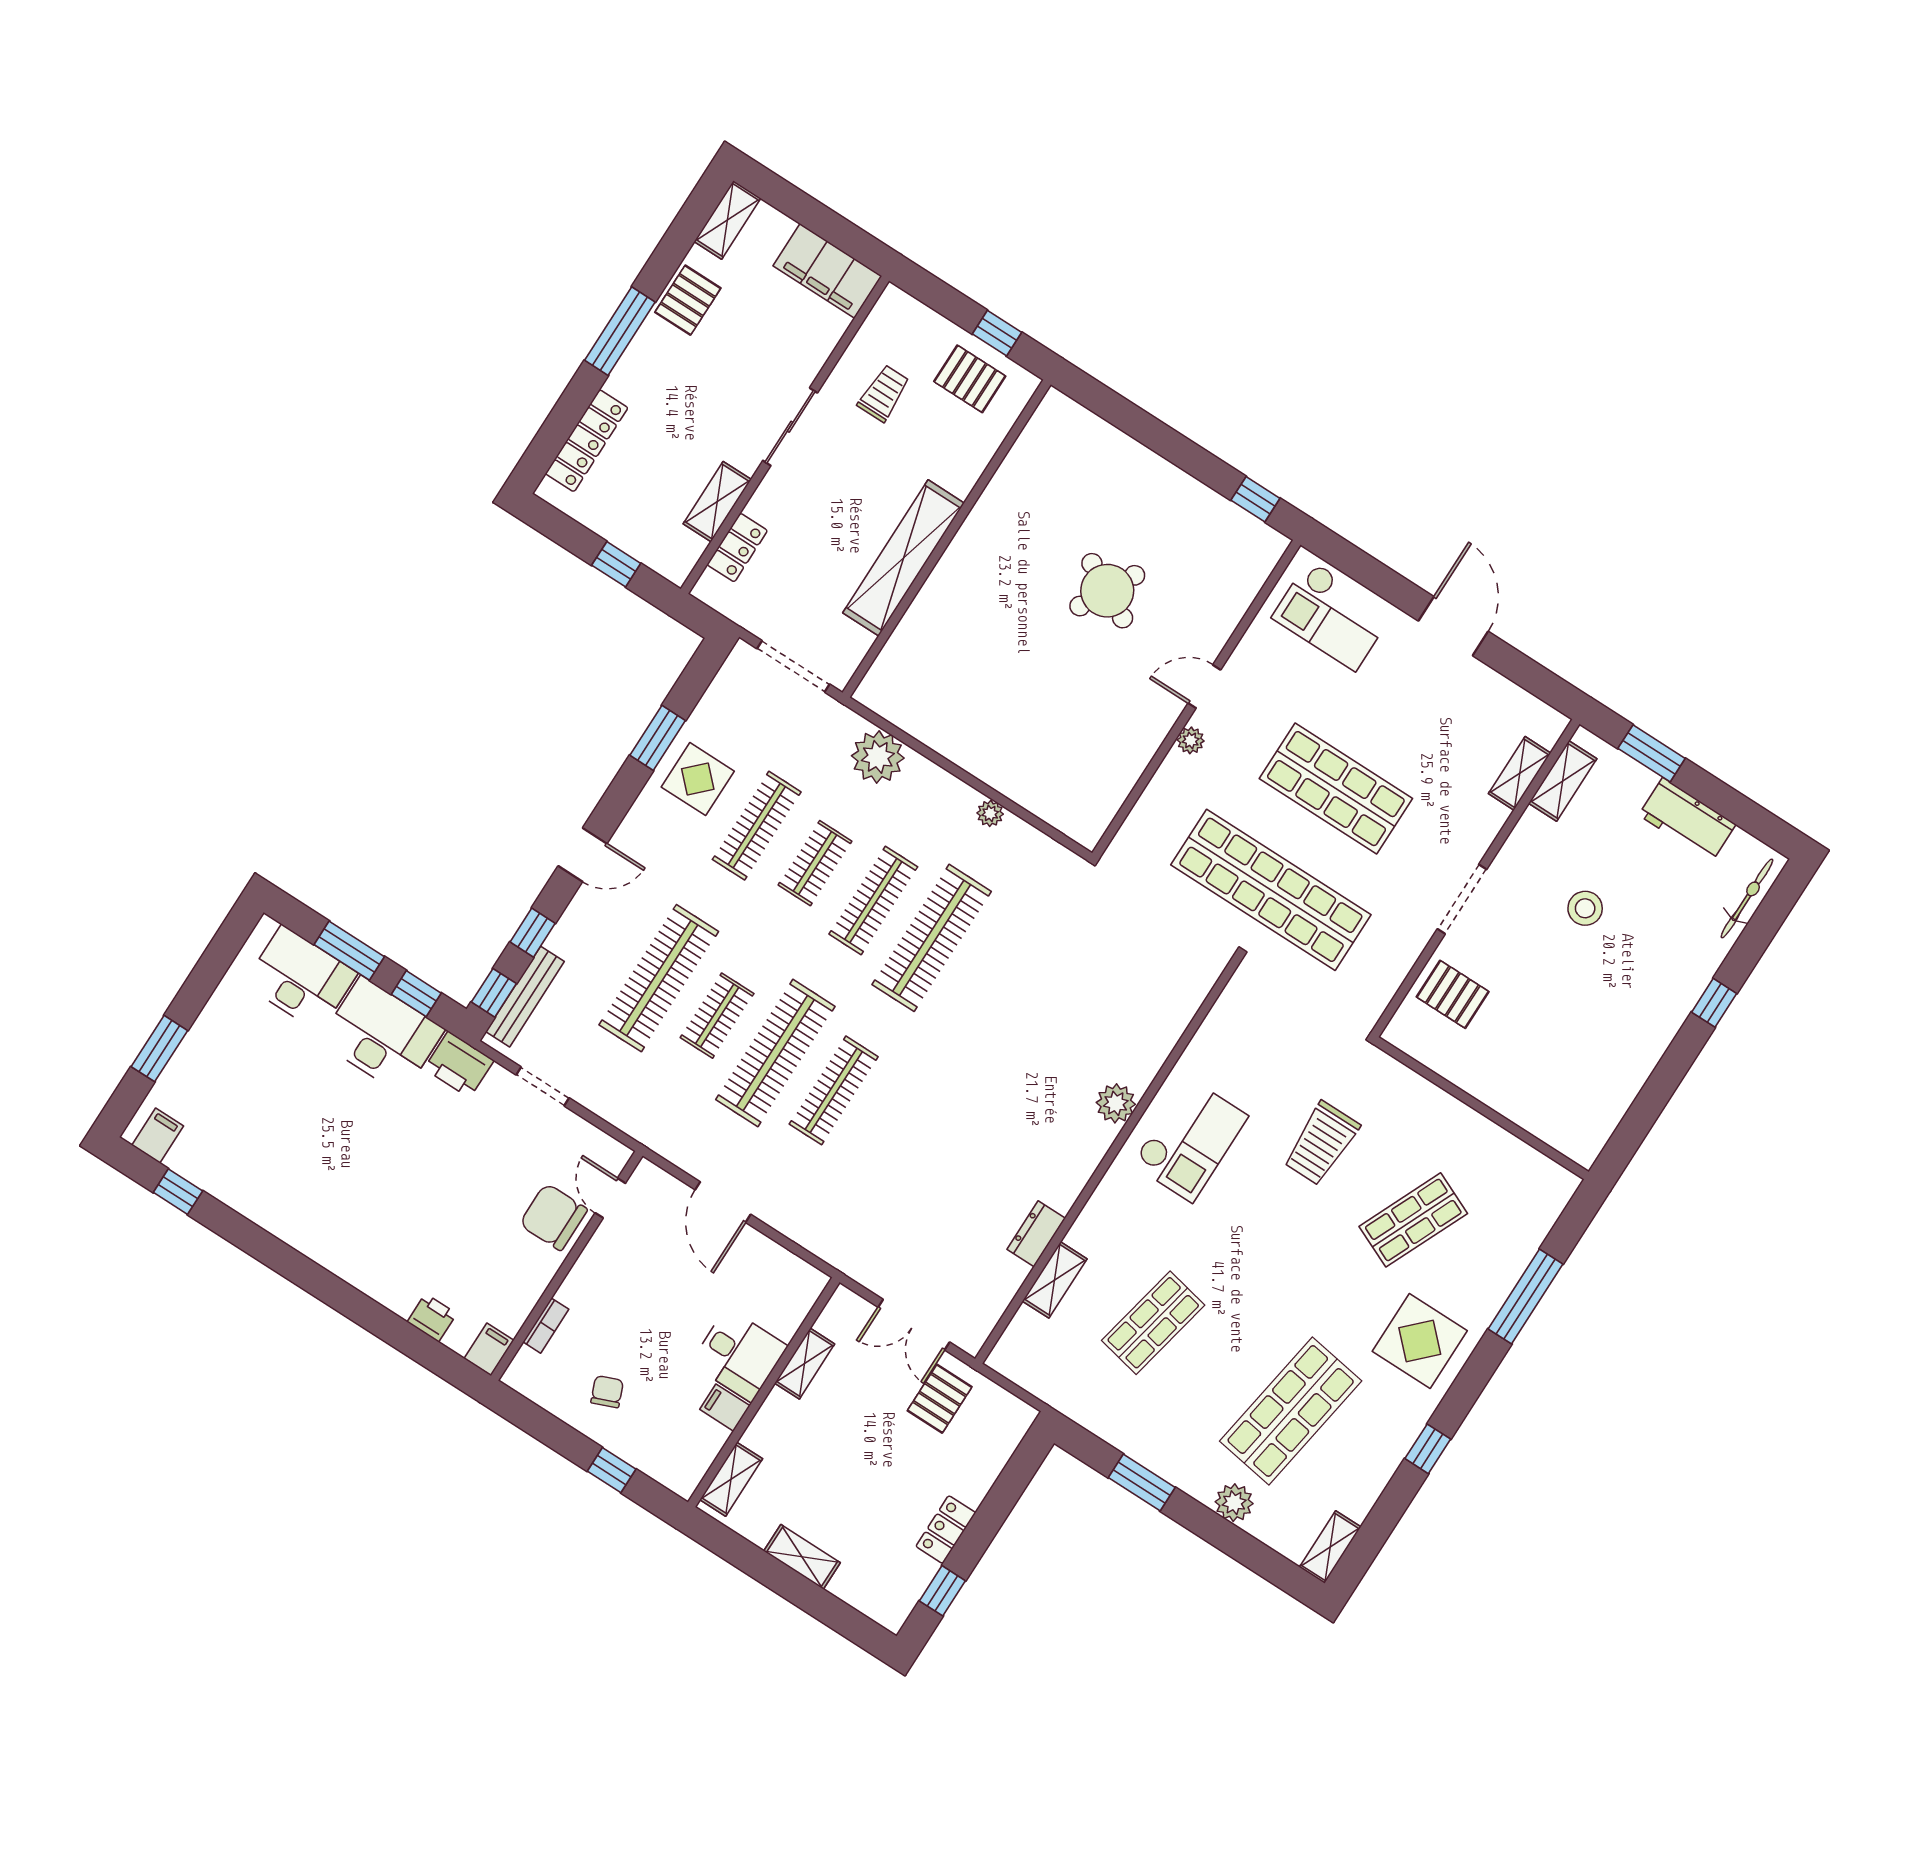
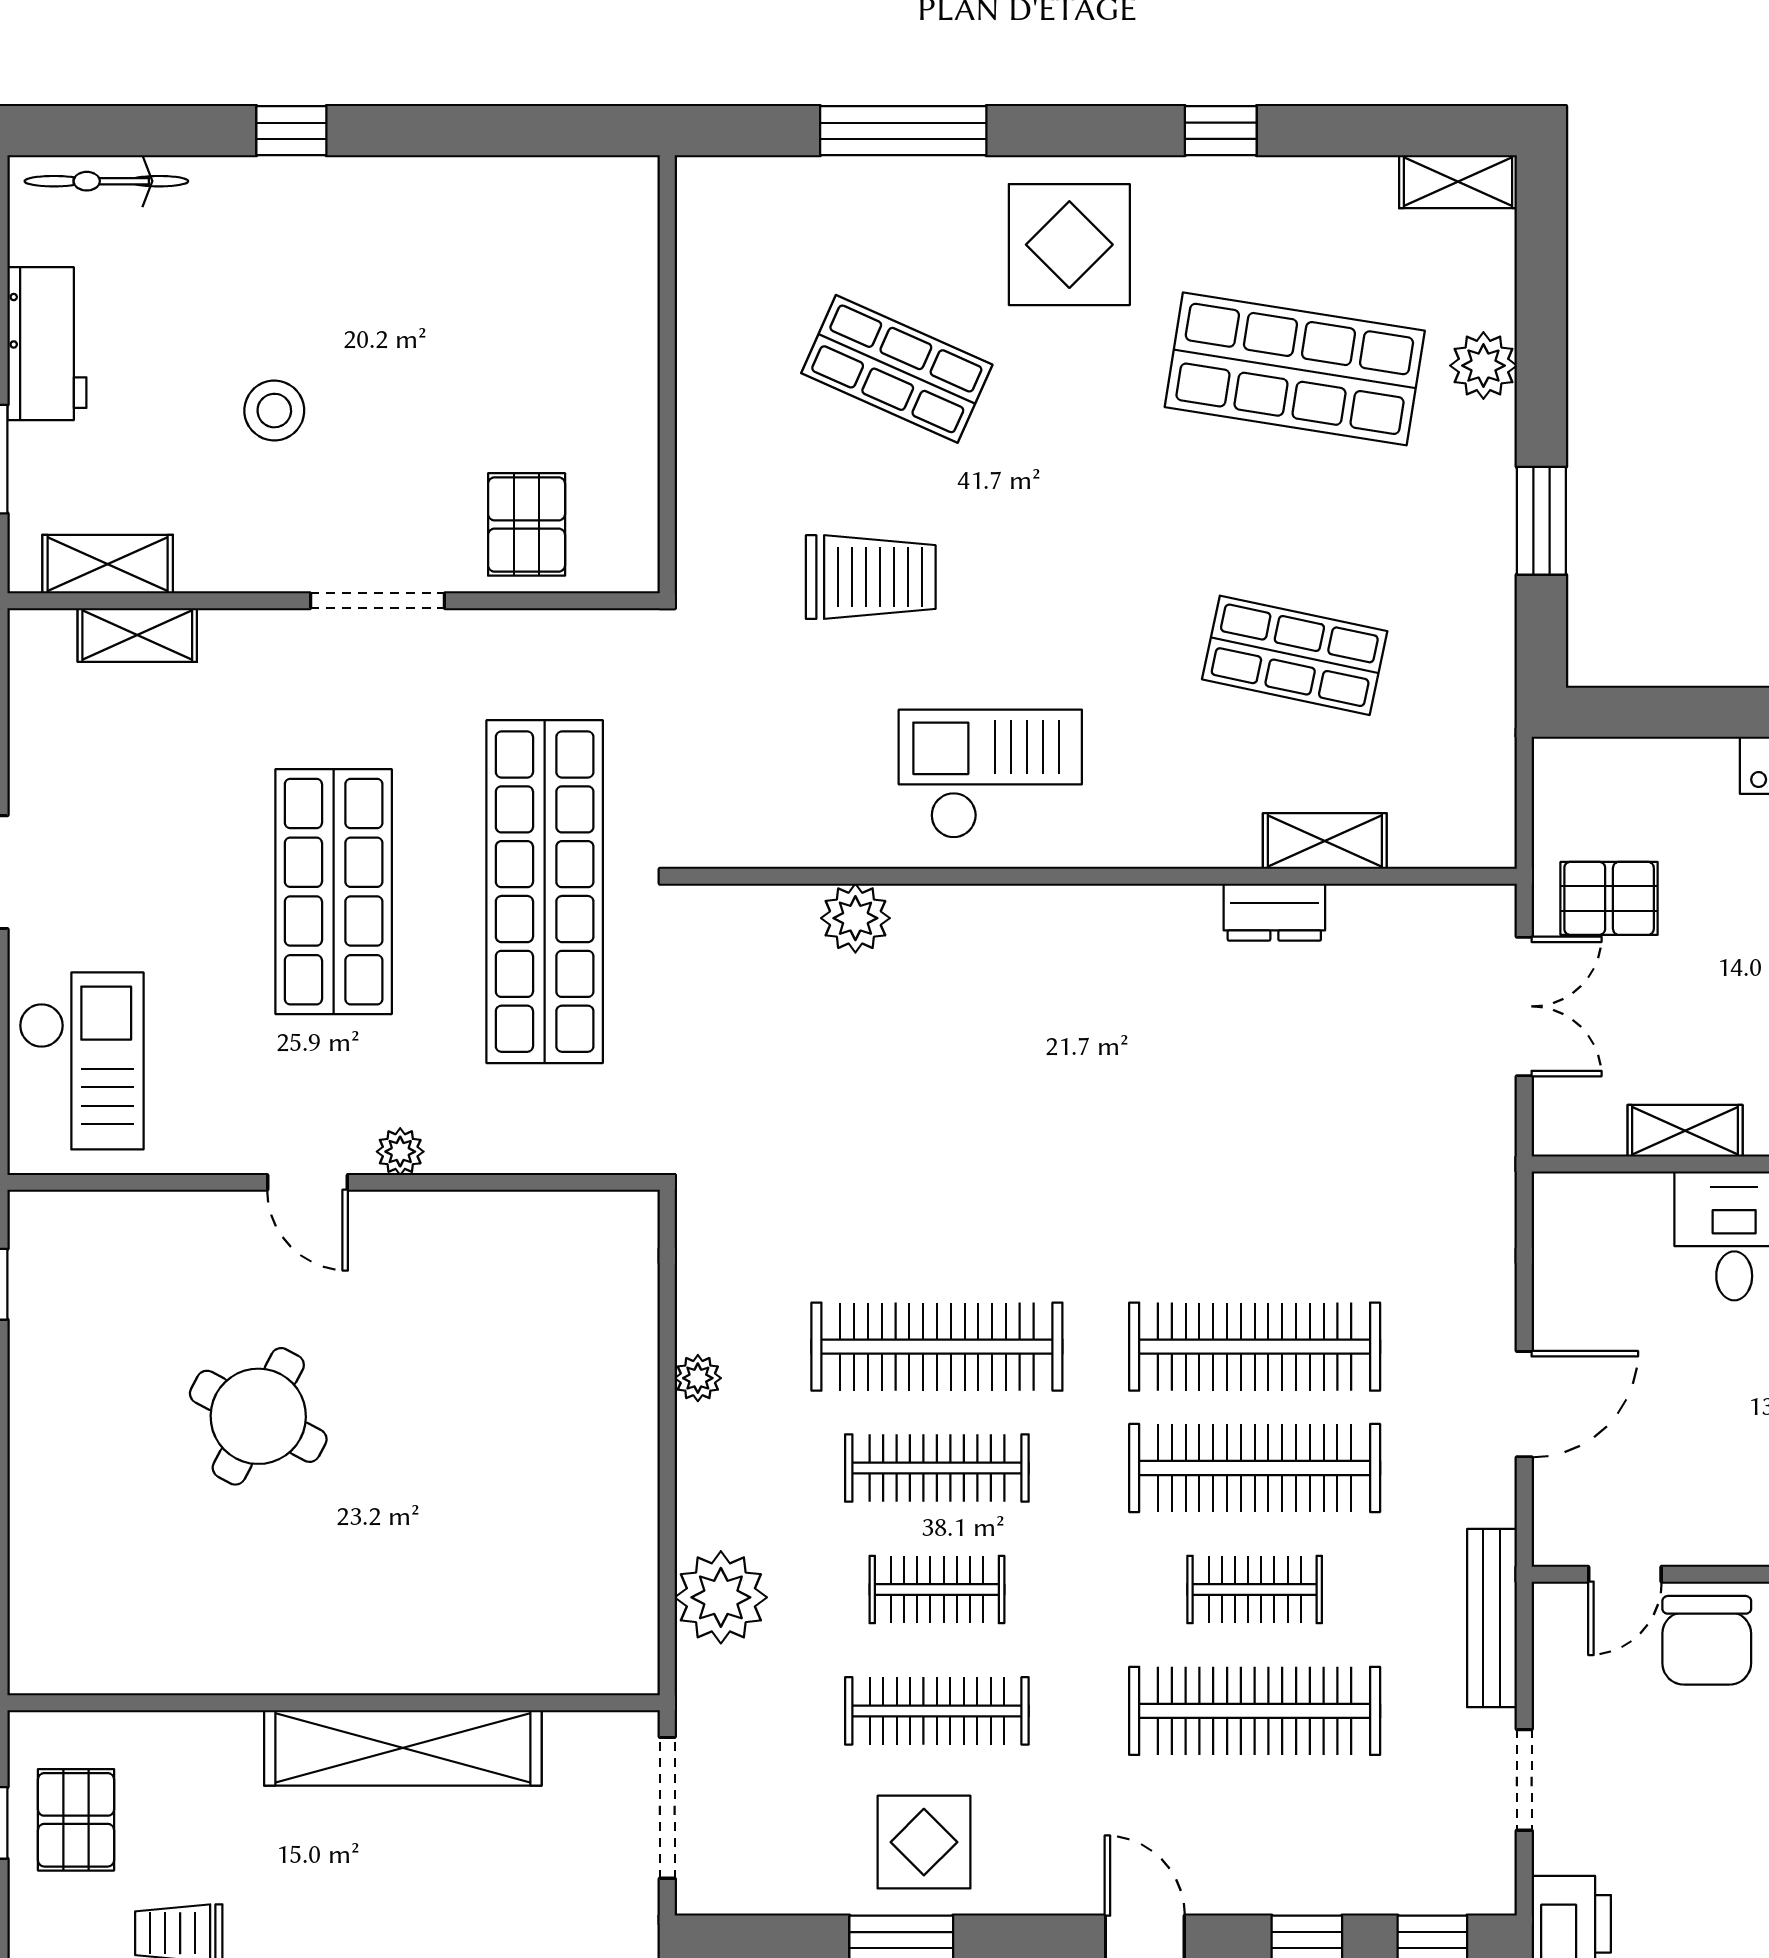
bench: (525, 997) -> (1492, 1618), moved, turned 90
clothes rail: (834, 1090) -> (1255, 1347), width x1.37, depth x1.31
plant: (1116, 1103) -> (855, 918), moved

